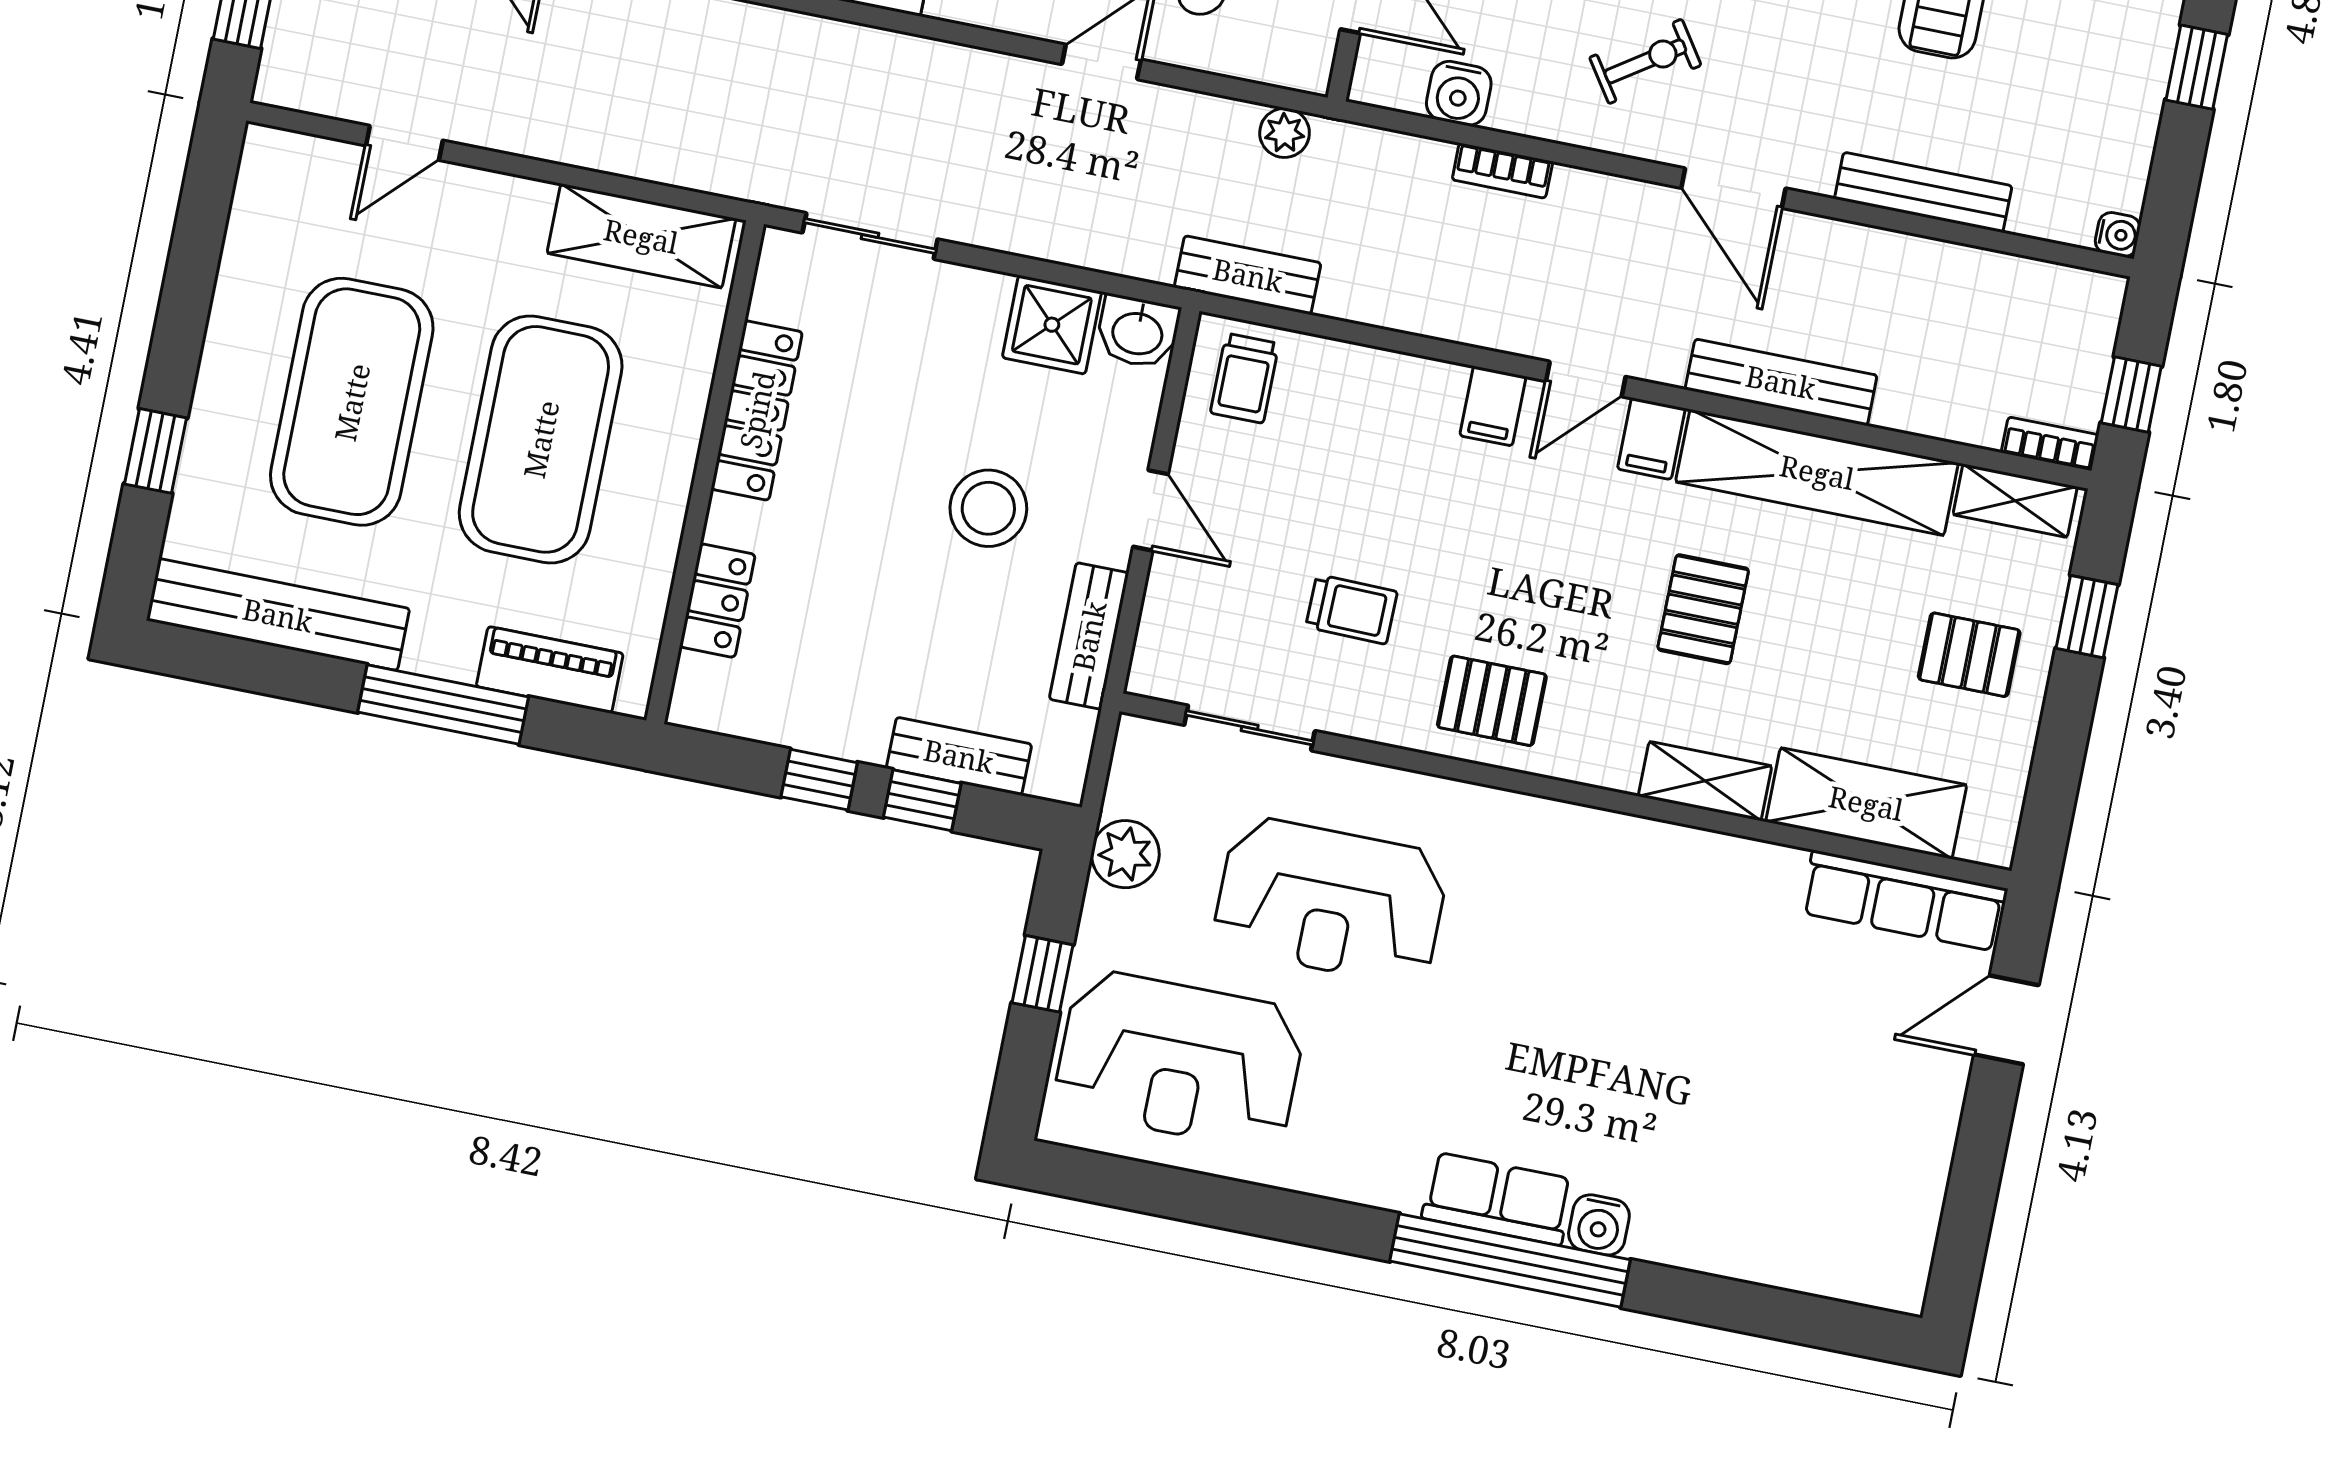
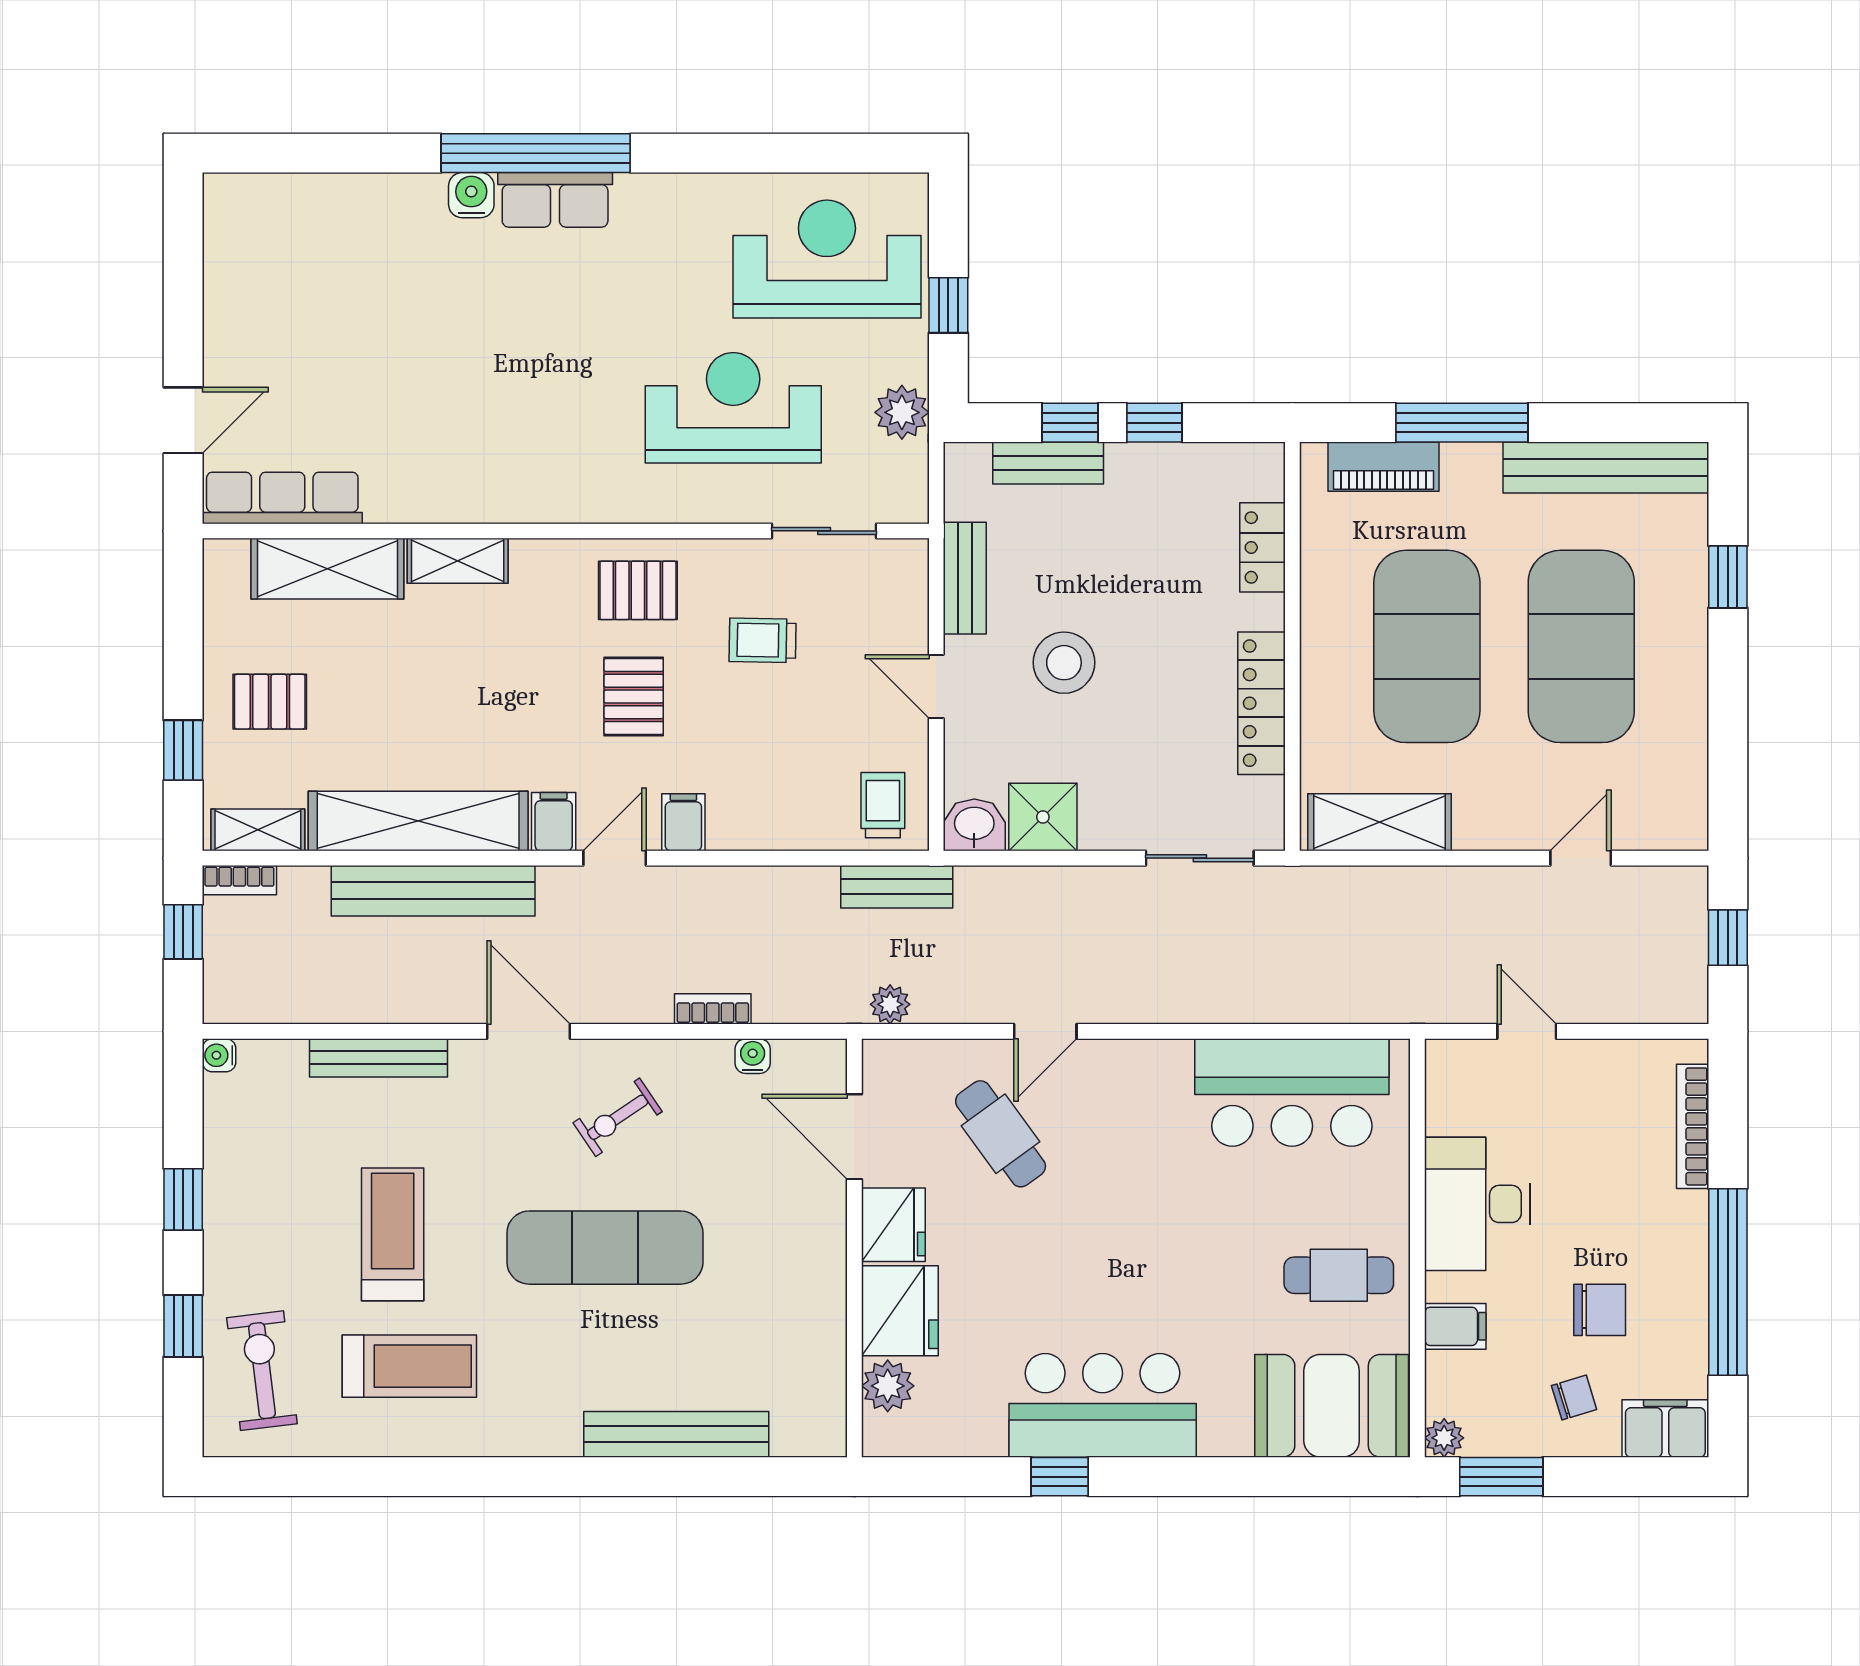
water cooler: (1459, 93) -> (753, 1056), width x0.72, depth x0.72
bench: (1781, 382) -> (433, 891), width x1.37, depth x1.21
pallet: (1703, 609) -> (634, 696), moved

